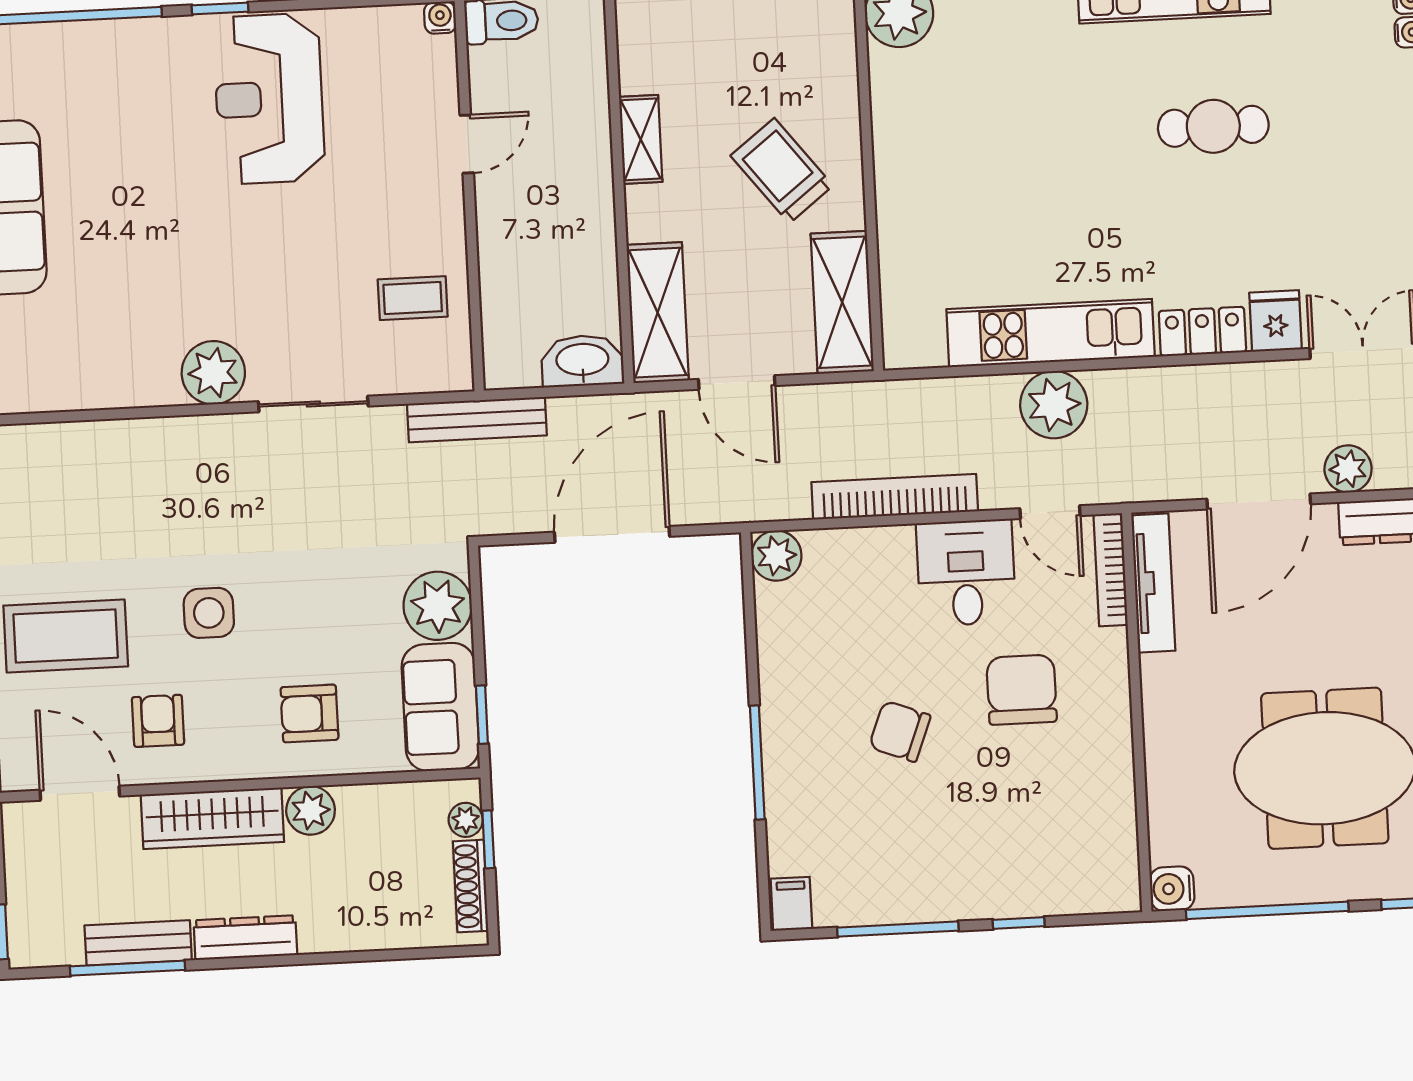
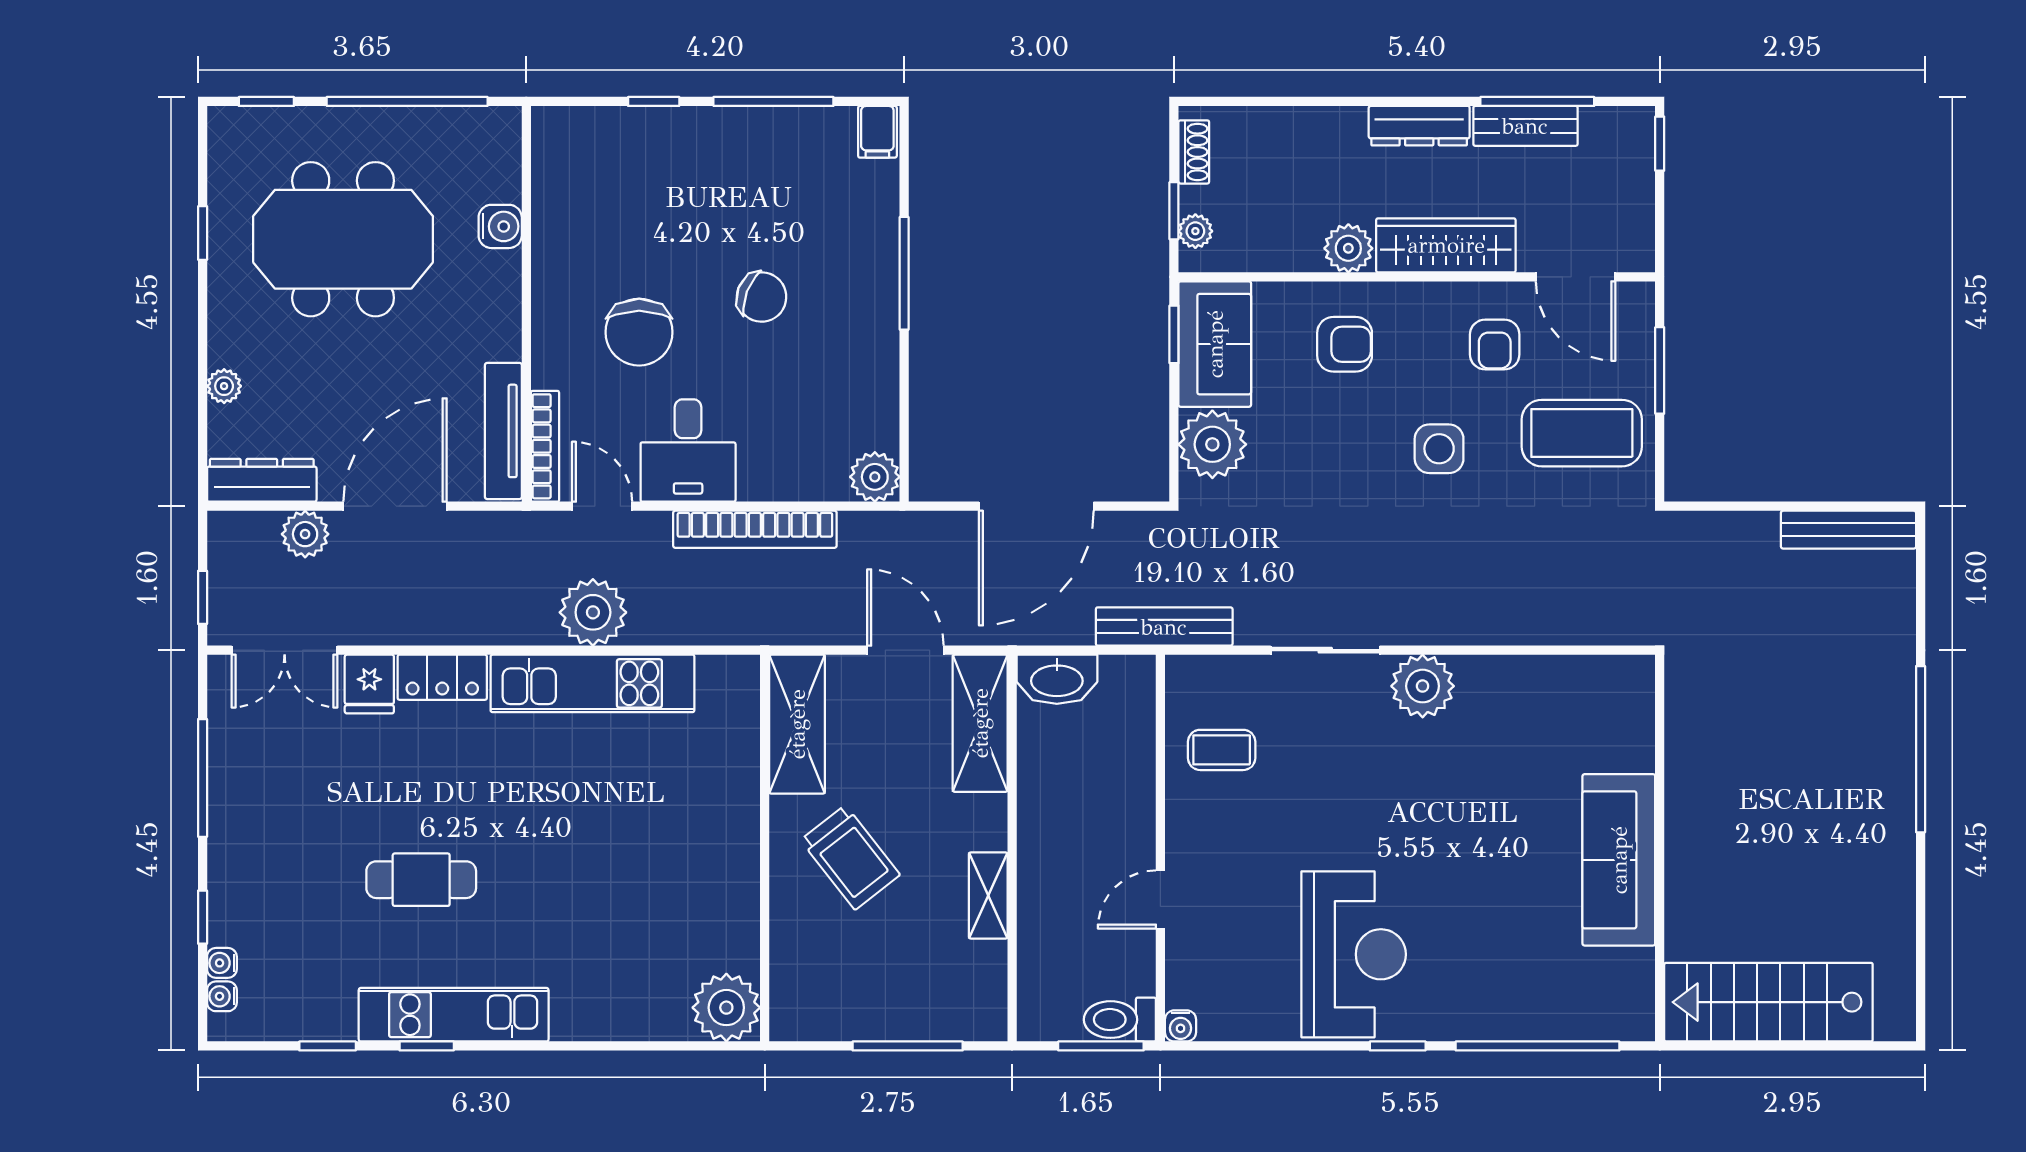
shoe rack: (471, 886) -> (1194, 152), width x0.70
water cooler: (1172, 889) -> (500, 226), moved

